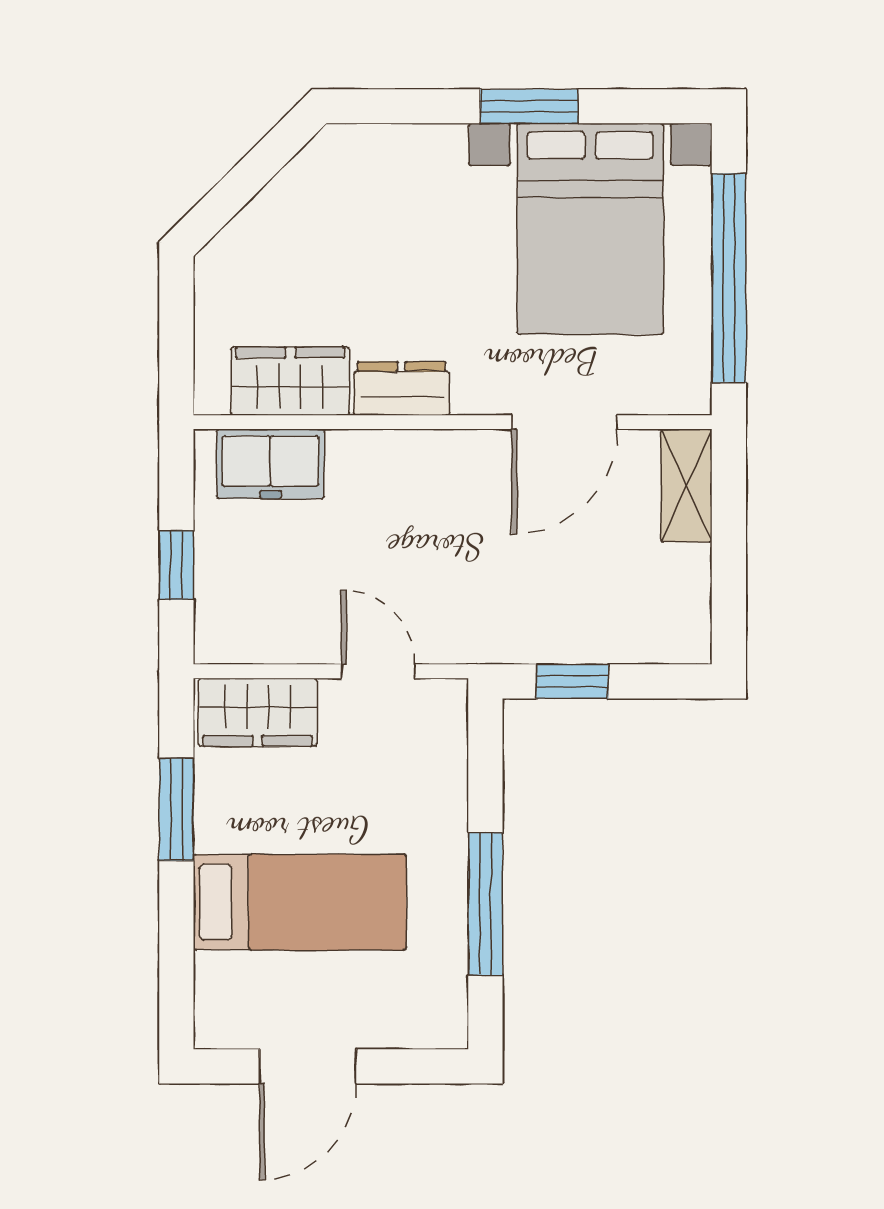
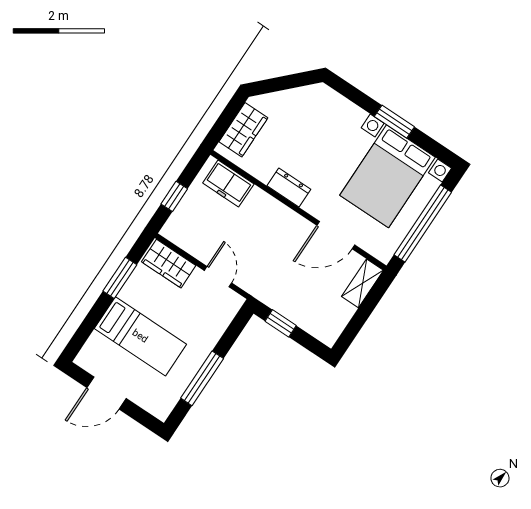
wardrobe: (290, 381) -> (243, 130), moved, turned 90

